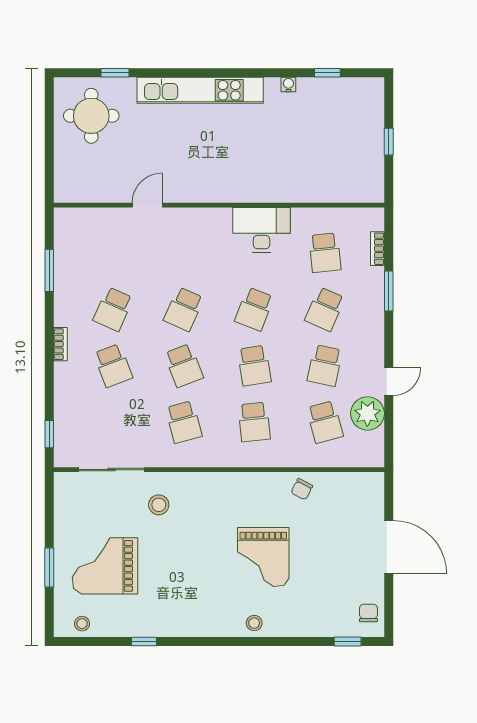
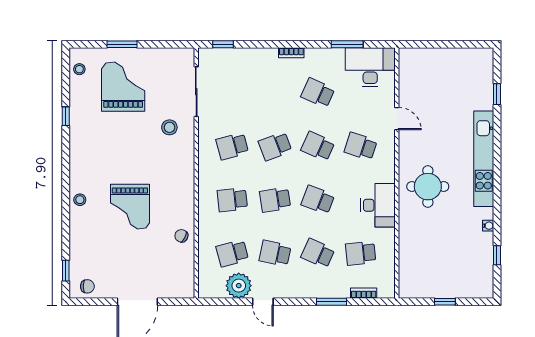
round table: (91, 116) -> (428, 187), moved
desk: (79, 240) -> (370, 67), added
school desk: (113, 366) -> (361, 146), moved, turned 39
grand piano: (263, 557) -> (130, 207), turned -90

